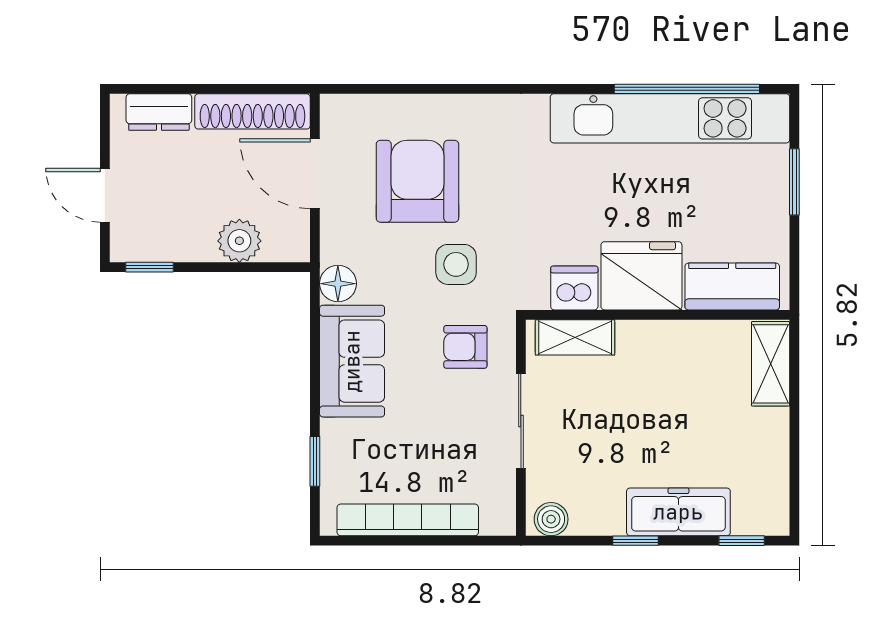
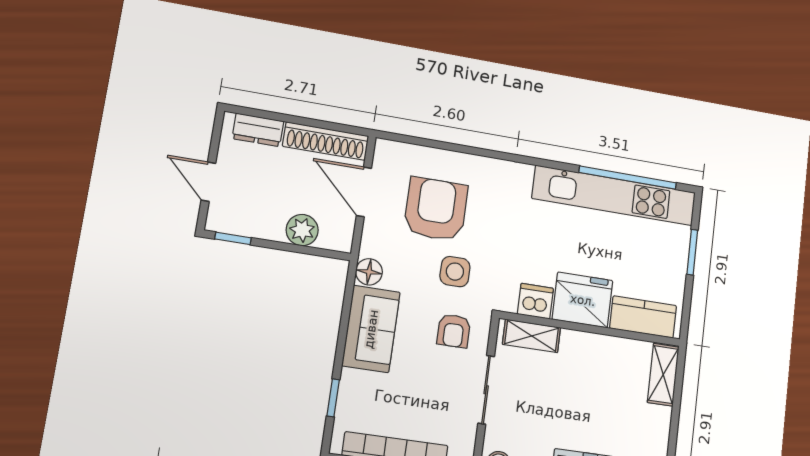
armchair: (465, 347) -> (454, 331), turned -90

